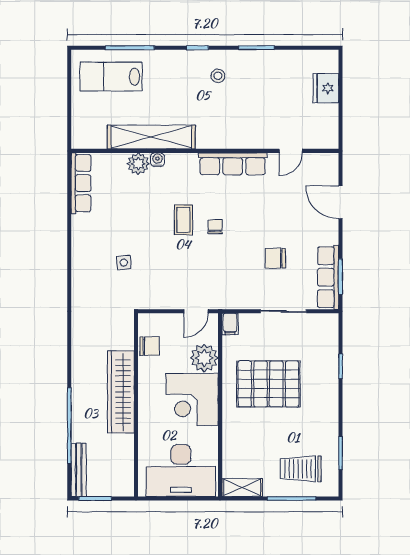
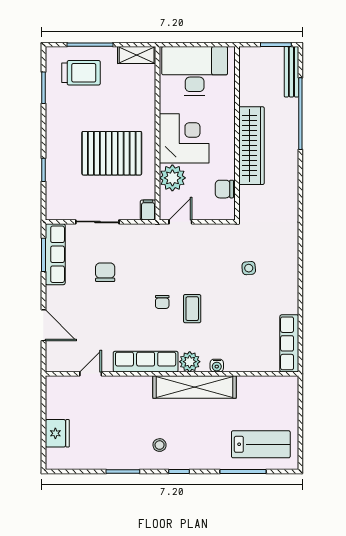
shelving: (151, 137) -> (195, 387), moved
plant: (138, 164) -> (190, 362), moved
chair: (275, 258) -> (105, 272), turned -90

